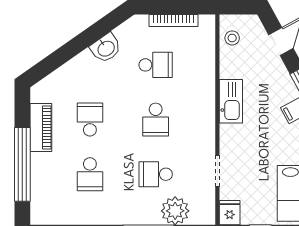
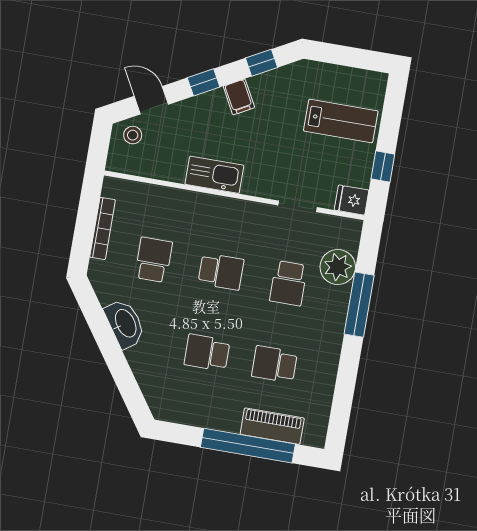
stool: (232, 38) -> (133, 135), moved
washbasin: (106, 48) -> (125, 324), width x1.38
piano: (41, 127) -> (272, 426), moved
school desk: (90, 174) -> (274, 364), turned 180

